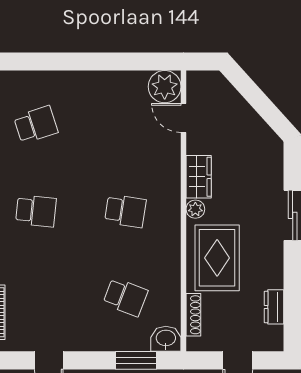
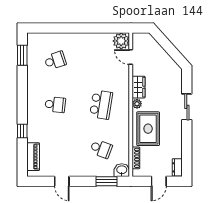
school desk: (125, 211) -> (101, 105), width x1.85
dresser: (274, 307) -> (177, 167), moved

